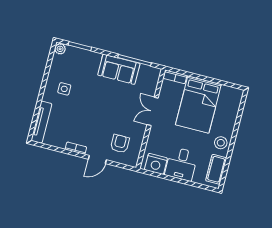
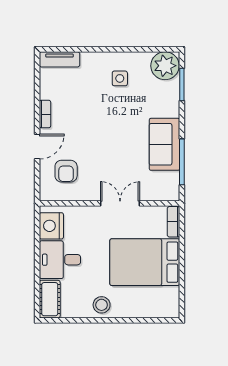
plant: (60, 49) -> (165, 66), width x1.88, depth x1.88
tv unit: (41, 122) -> (60, 59), width x0.71
armchair: (120, 144) -> (66, 171), turned 90
door: (97, 159) -> (37, 147), swing flipped
cot: (216, 169) -> (50, 299), moved, turned 90

